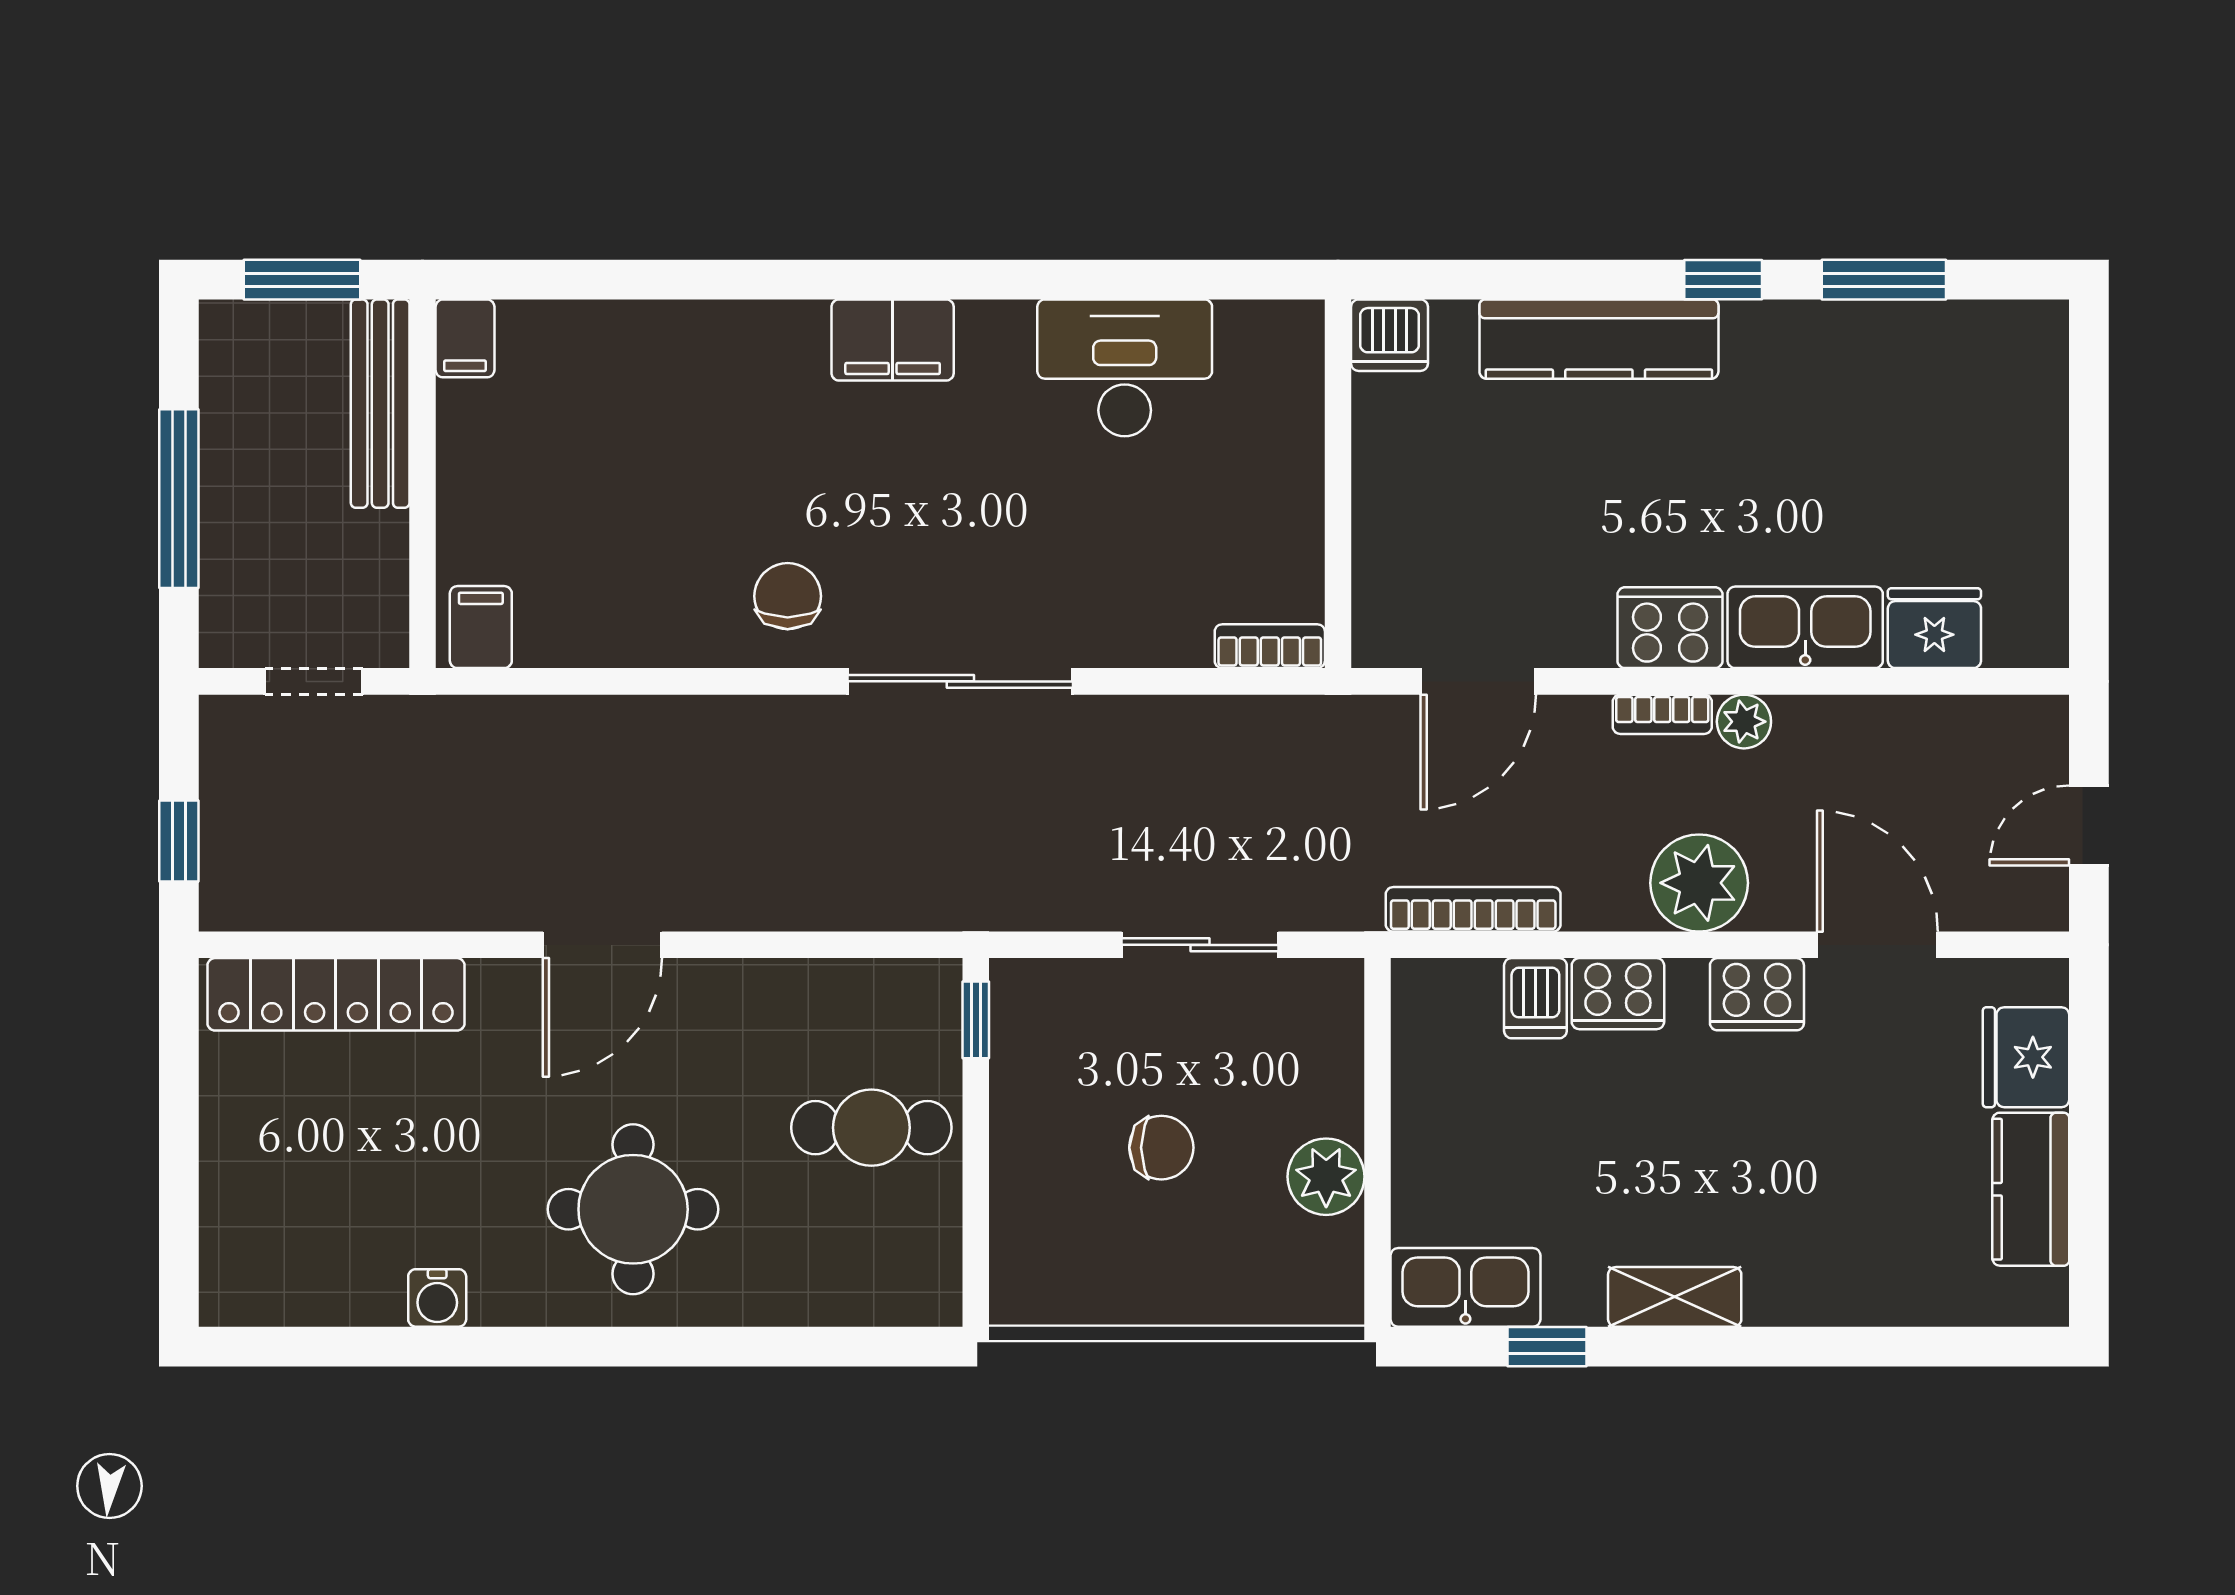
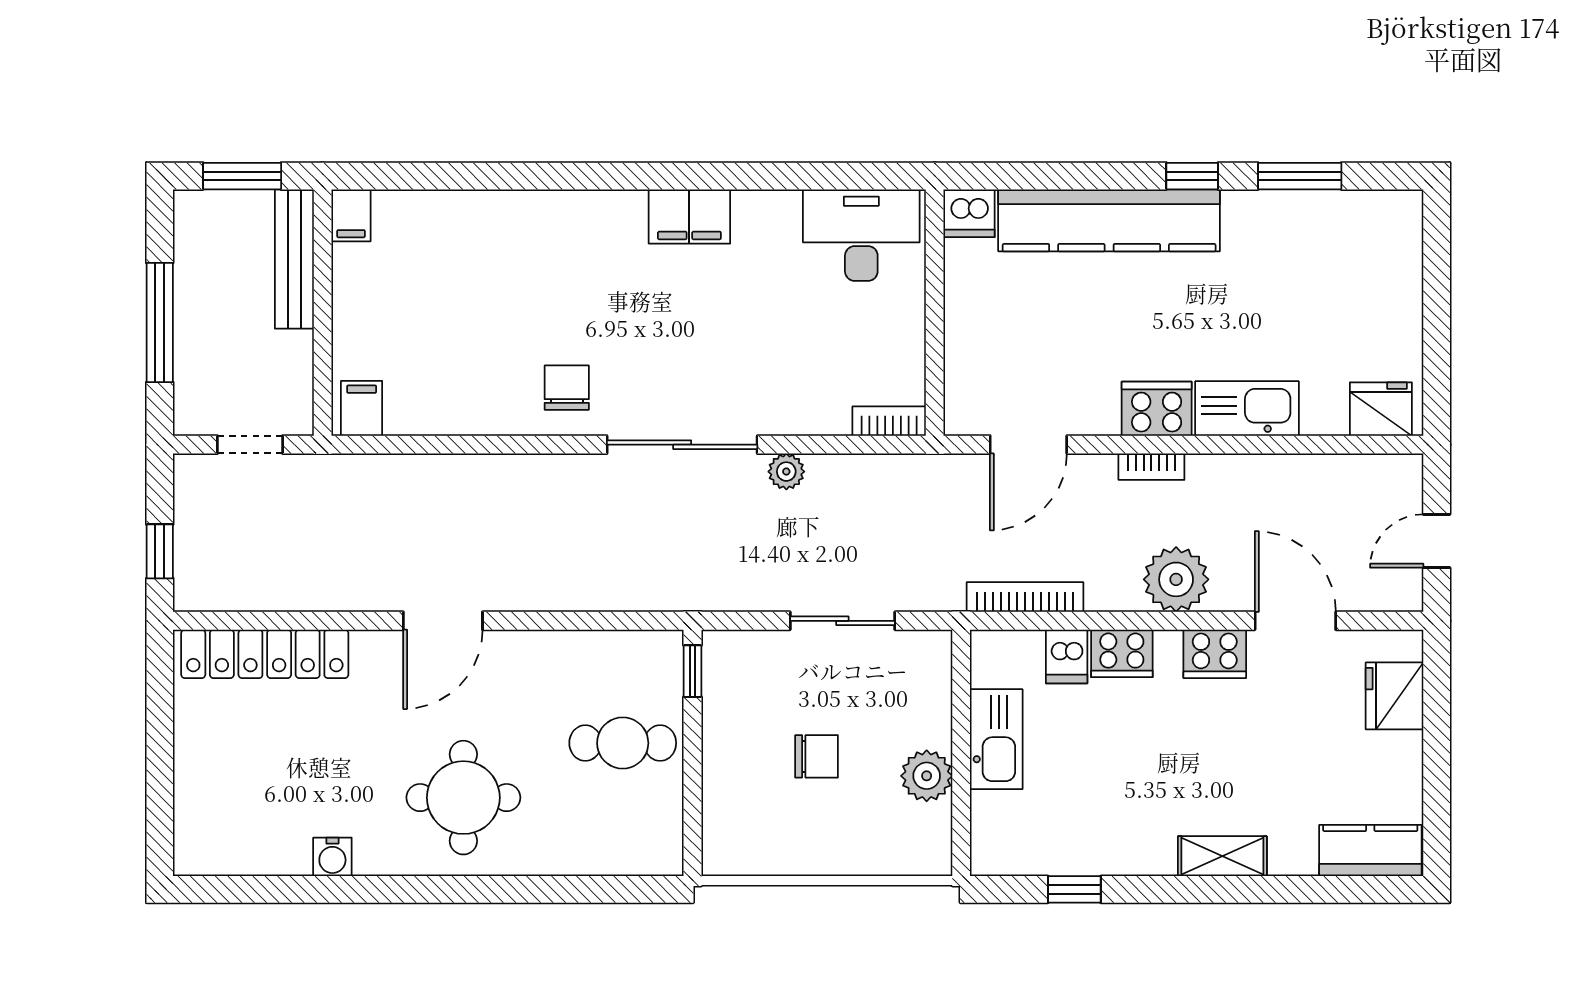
kitchen counter: (1599, 339) -> (1109, 220), width x1.39, depth x1.17
filing cabinet: (893, 340) -> (689, 216), moved
desk: (1125, 368) -> (861, 235), moved
fridge: (1934, 628) -> (1381, 409), moved
plant: (1744, 722) -> (786, 472), moved
kitchen counter: (2031, 1189) -> (1370, 851), moved, turned 90
kitchen sink: (1465, 1287) -> (996, 739), moved, turned 90
shelving: (1675, 1297) -> (1222, 856), moved

